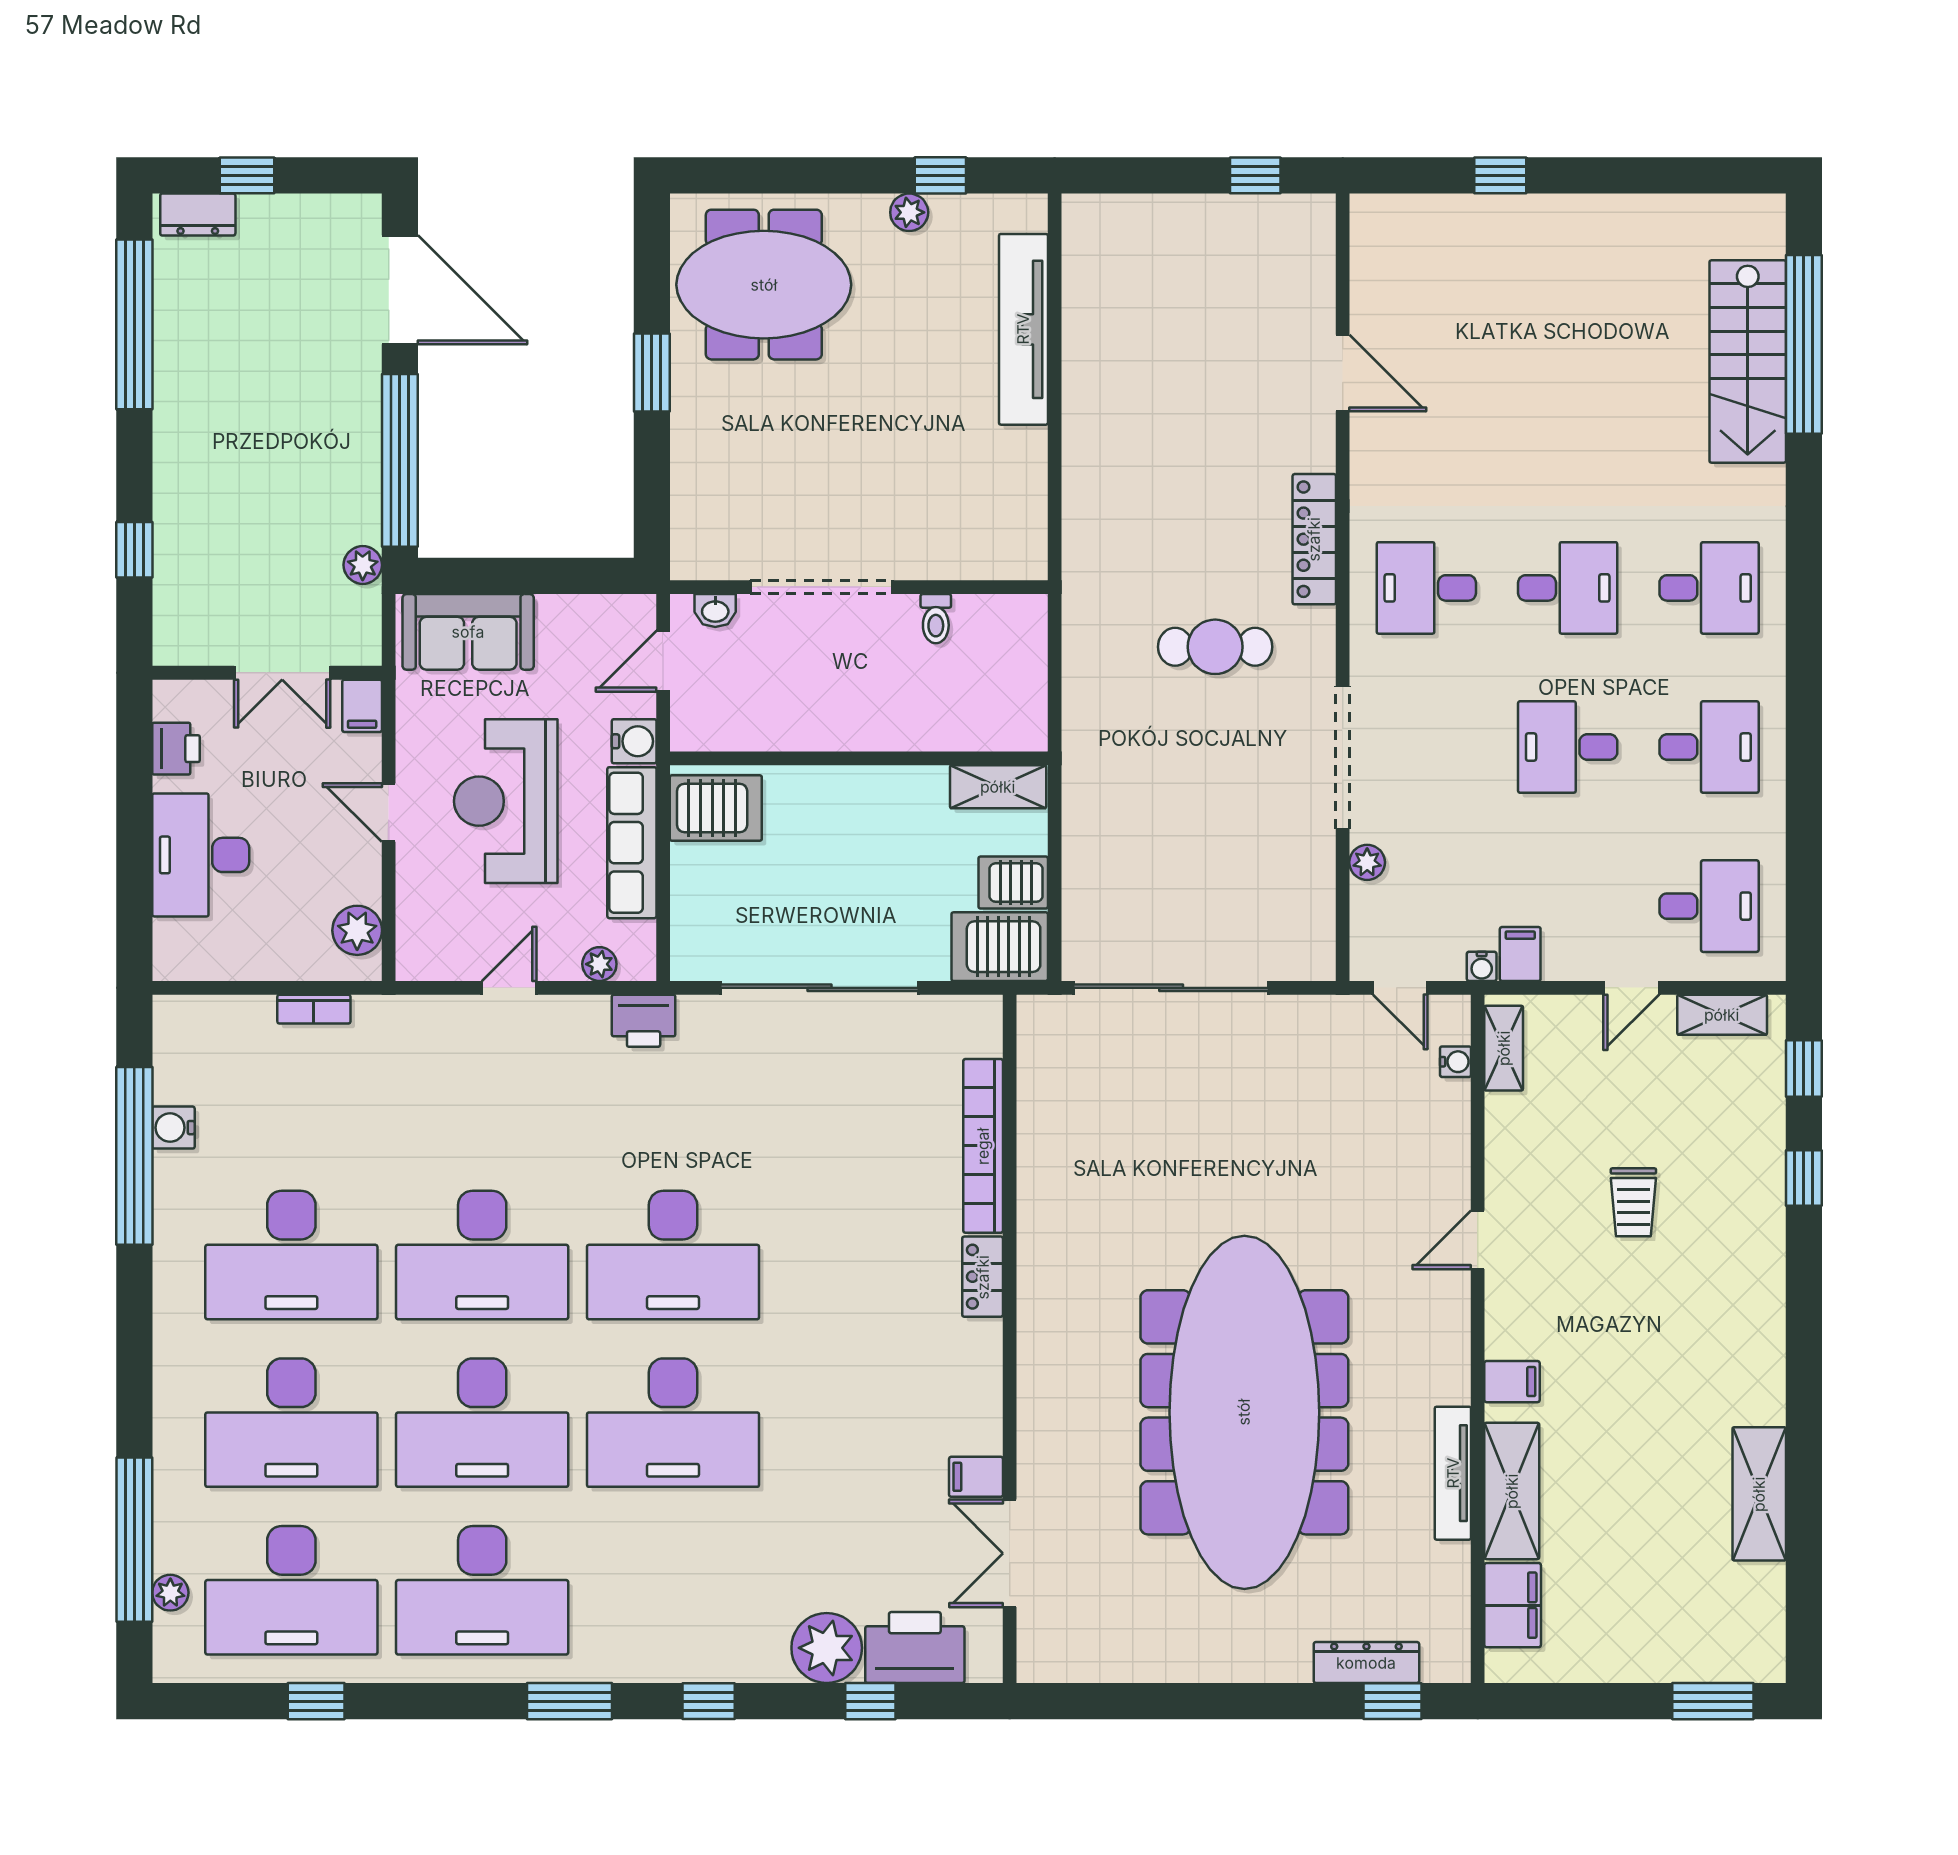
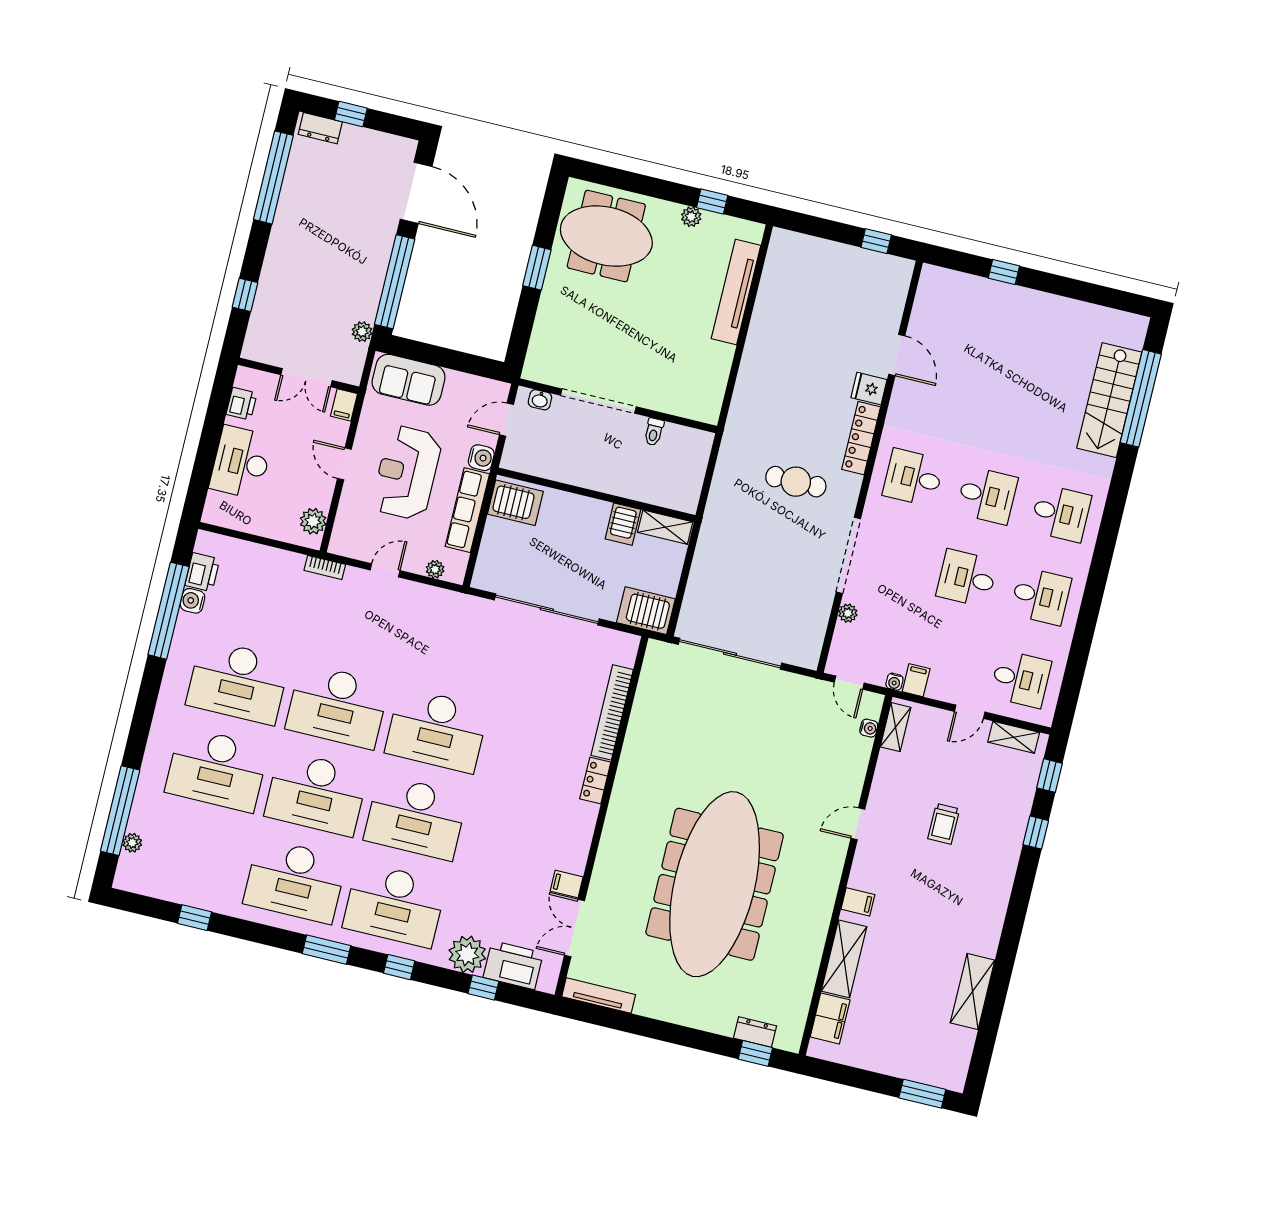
fridge: (1307, 446) -> (869, 389), added
server rack: (1013, 883) -> (623, 524), moved, turned -90
bookcase: (314, 1009) -> (325, 567), moved
printer: (644, 1021) -> (202, 572), moved, turned -90
tv unit: (1453, 1473) -> (599, 996), moved, turned 90
desk: (291, 1590) -> (394, 905), moved
dresser: (1366, 1663) -> (755, 1032), width x0.70

